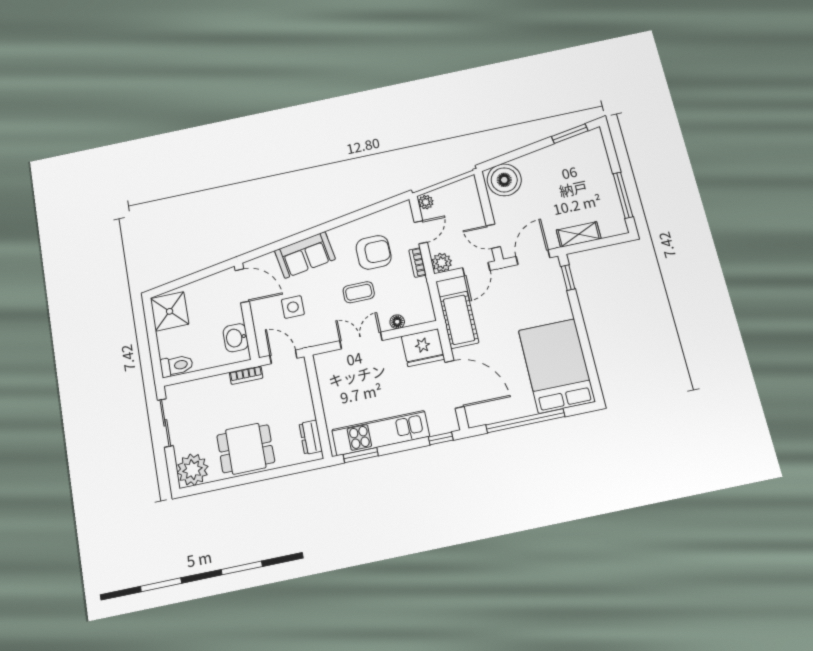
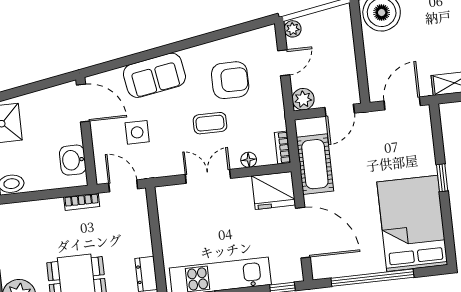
door: (493, 236) -> (362, 75), removed
bookcase: (417, 263) -> (283, 148), moved
window: (568, 278) -> (442, 178), moved

